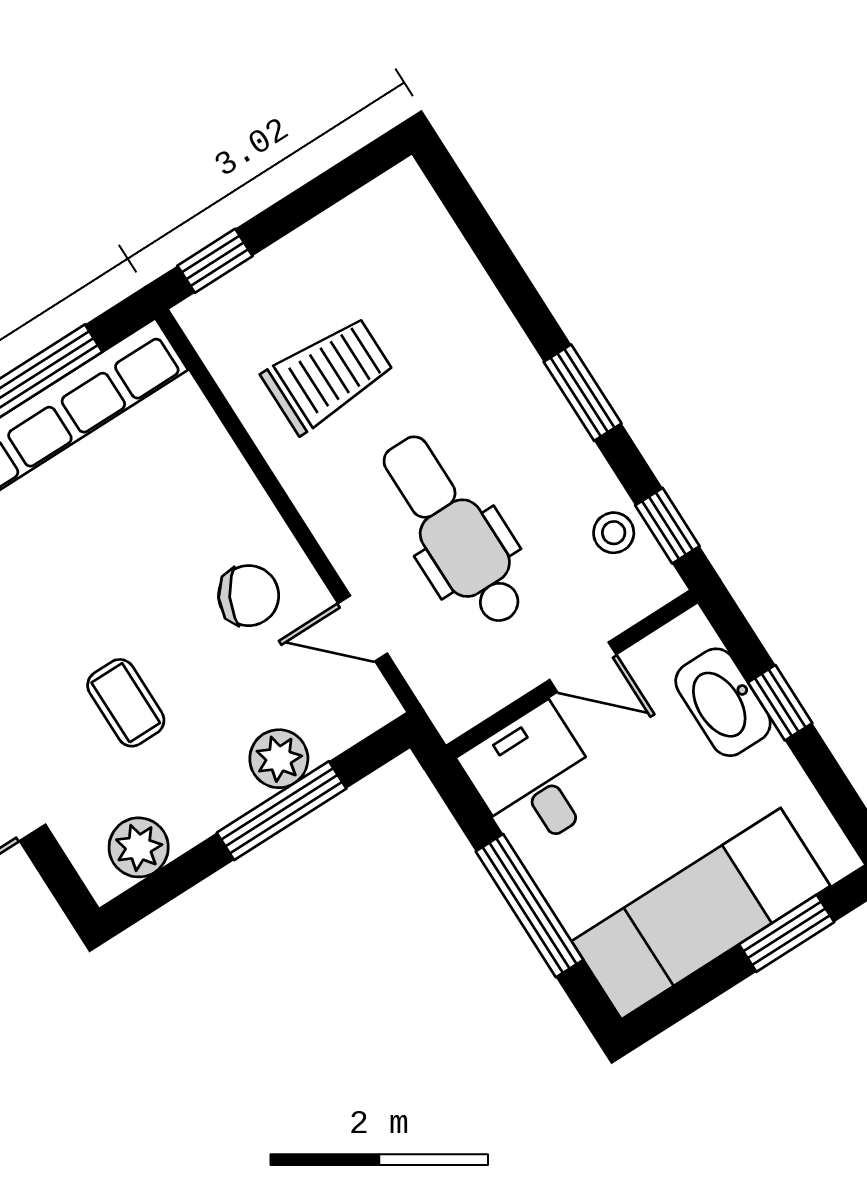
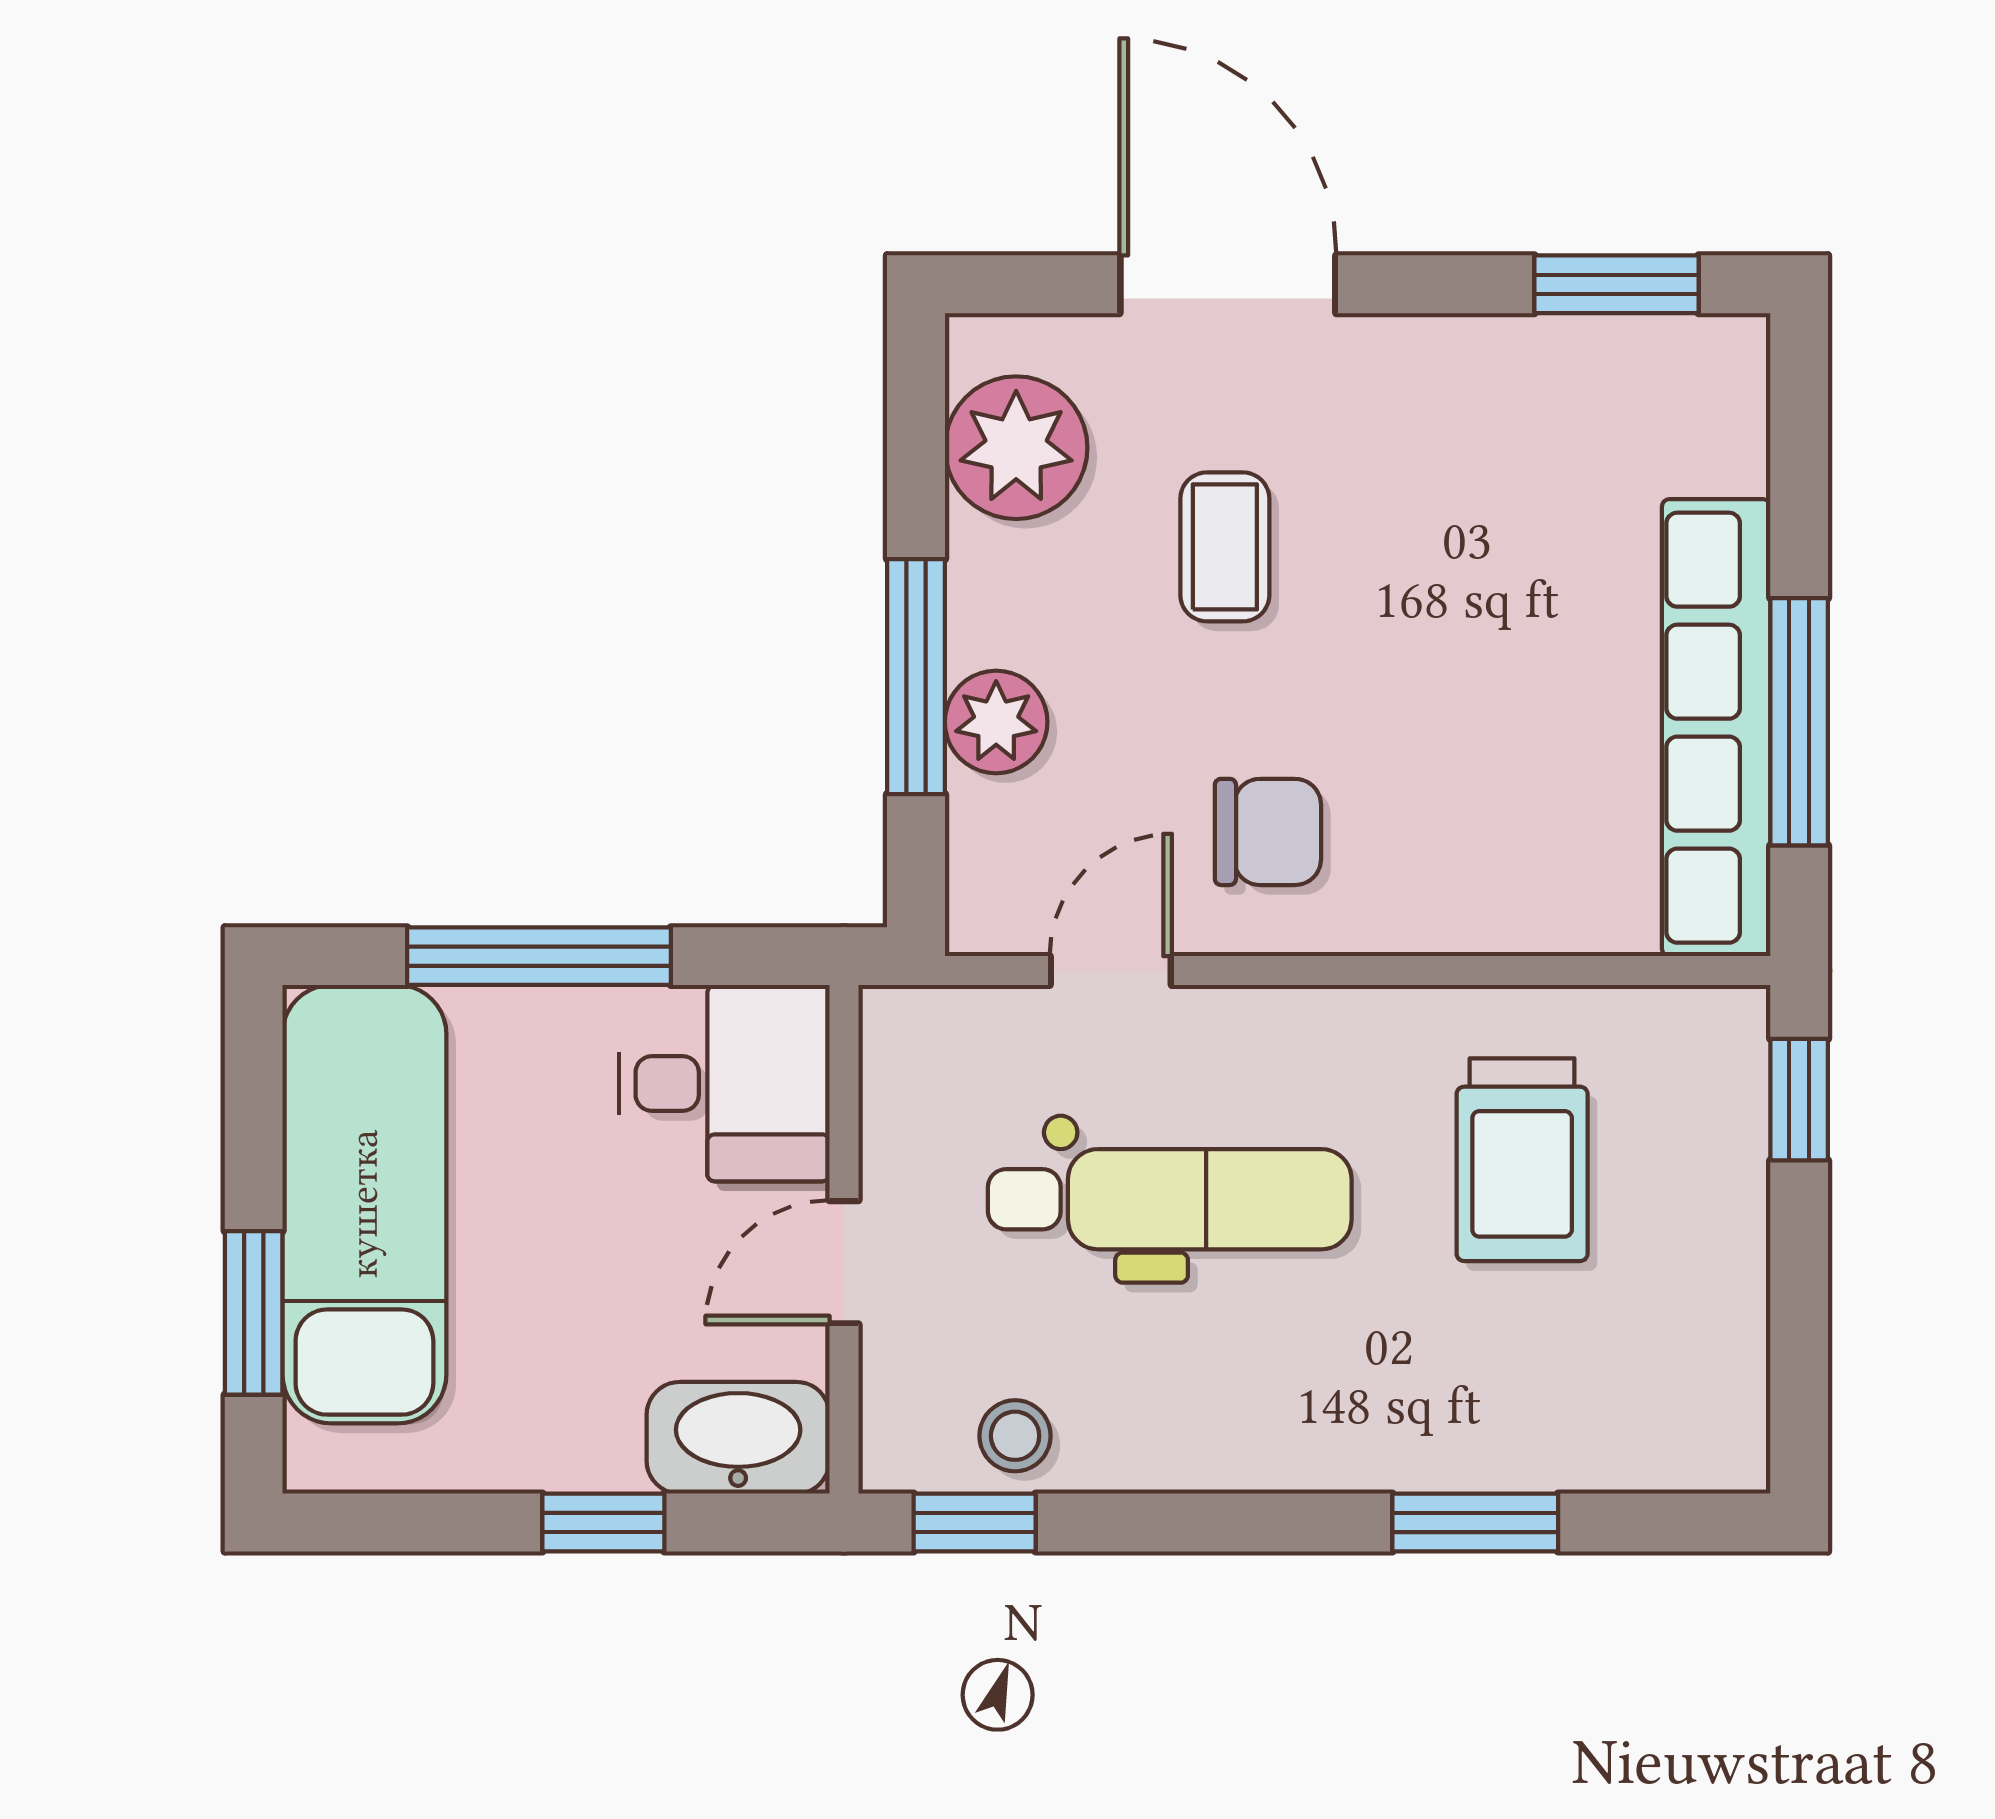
window: (583, 393) -> (1475, 1523), moved
chair: (249, 596) -> (1268, 832), turned -118
washbasin: (723, 702) -> (738, 1438), moved
coffee table: (126, 703) -> (1225, 547), turned 90
plant: (139, 847) -> (1016, 448), width x1.36, depth x1.36

